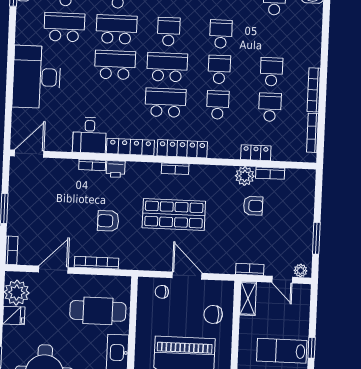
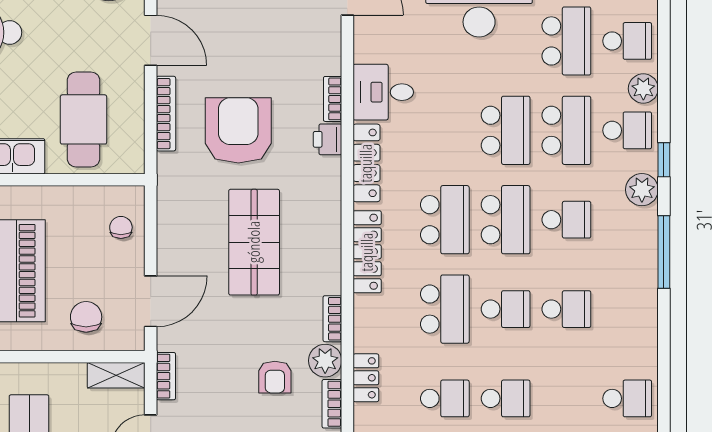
school desk: (218, 105) -> (445, 309), width x1.85
bookcase: (175, 169) -> (332, 319), moved
armchair: (108, 221) -> (238, 130), width x1.88, depth x1.88
door: (187, 276) -> (151, 301), moved

